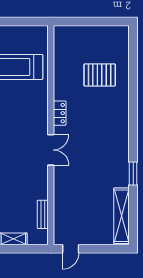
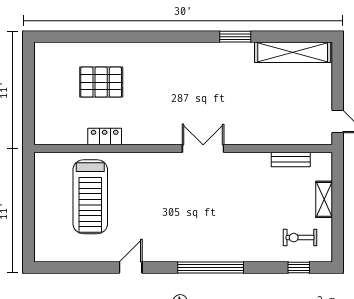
pallet: (100, 75) -> (101, 82), turned 90
locker: (60, 113) -> (105, 137), moved

